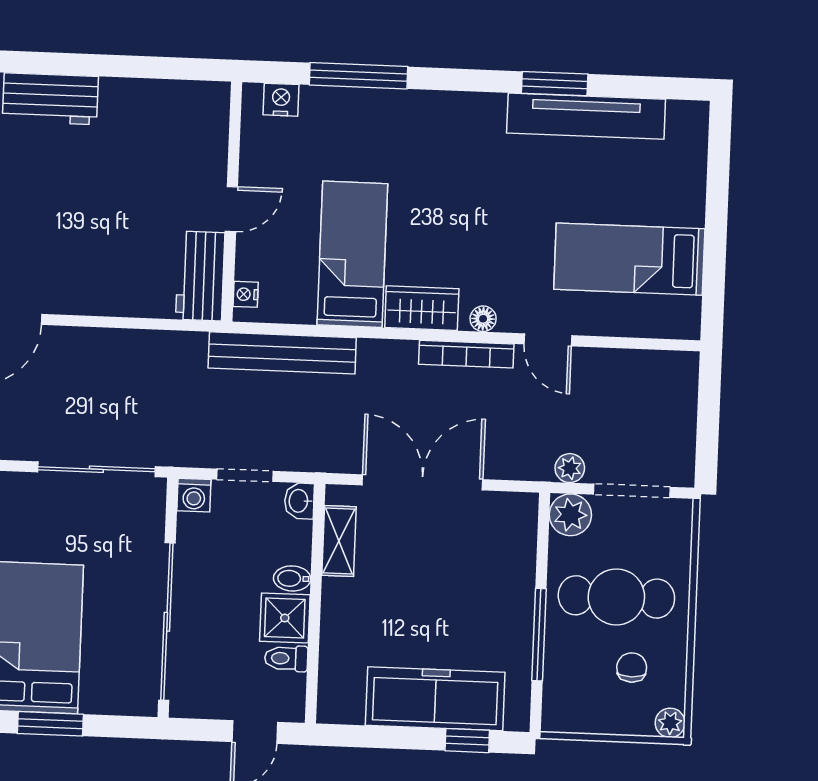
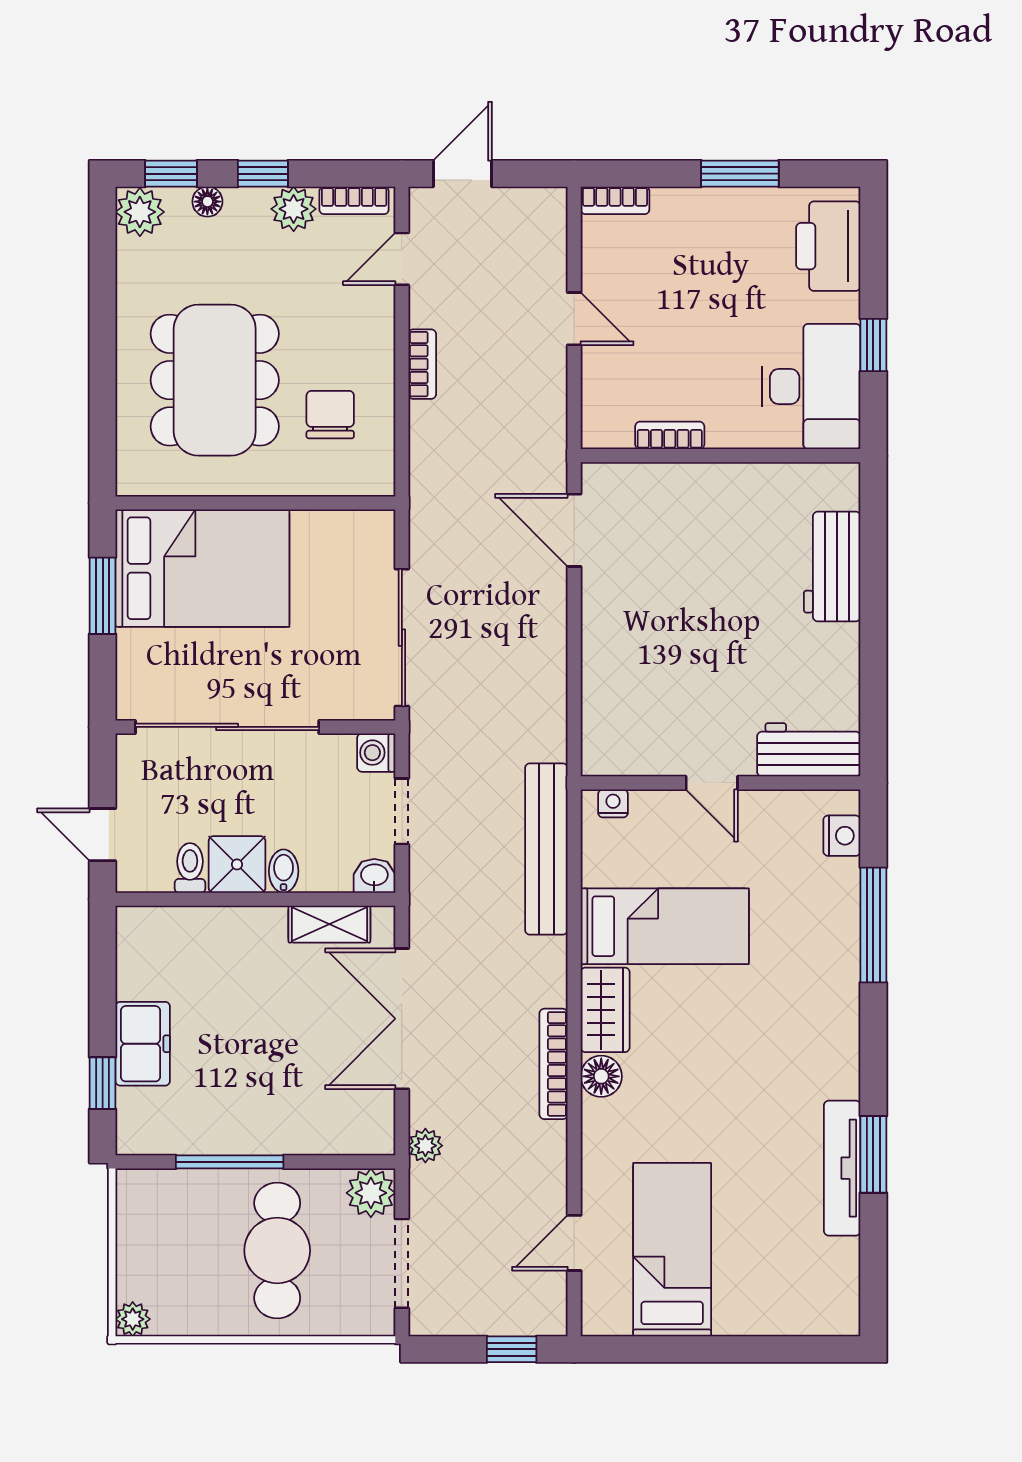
tv unit: (586, 116) -> (842, 1168), width x0.73, depth x0.78
workbench: (200, 276) -> (809, 750), moved
floor lamp: (483, 319) -> (601, 1076), width x1.37, depth x1.37
door: (548, 340) -> (574, 1243), moved
window: (709, 400) -> (512, 1349), added
plant: (570, 468) -> (425, 1146), moved
double door: (422, 482) -> (402, 1019), swing flipped
chair: (632, 668) -> (196, 1272), removed
freezer: (435, 699) -> (143, 1044), width x0.52, depth x0.79

